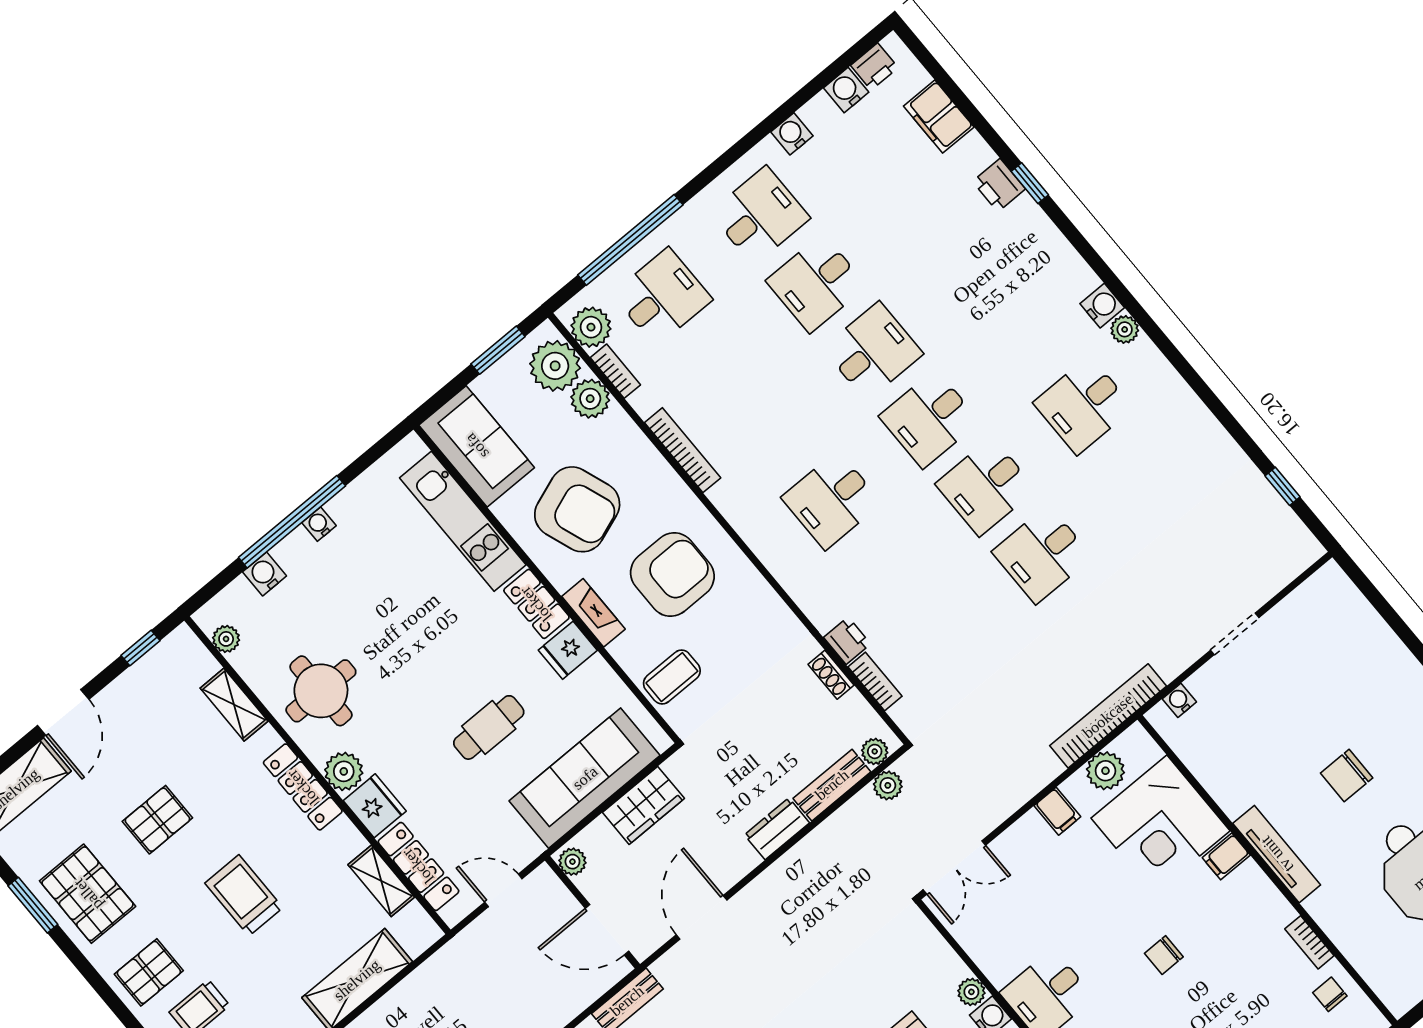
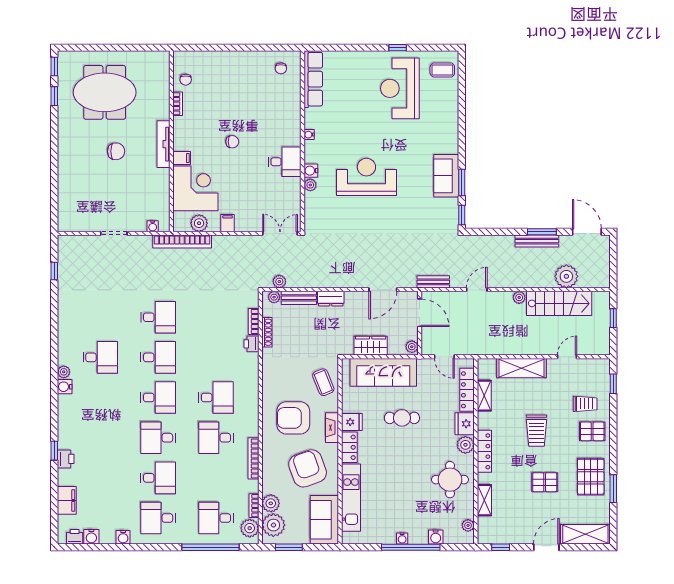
desk: (775, 432) -> (216, 438), added
shoe rack: (831, 675) -> (267, 332), width x1.43
coffee table: (672, 677) -> (323, 382), turned 68

